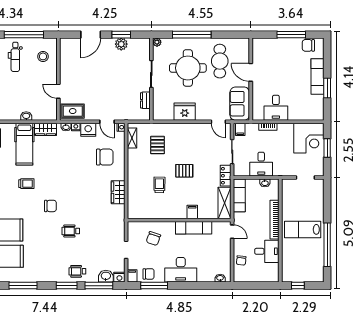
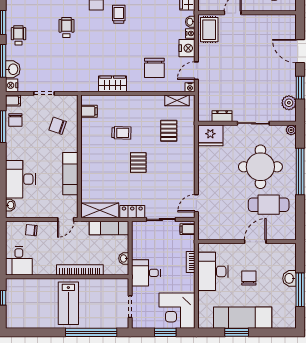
plant: (121, 44) -> (289, 103), moved
washbasin: (282, 44) -> (290, 278), added
chair: (308, 45) -> (249, 278), moved
exam couch: (317, 76) -> (243, 318), width x1.36, depth x1.45
sofa: (240, 104) -> (218, 228), removed
desk: (276, 108) -> (213, 271), width x1.37
fridge: (185, 112) -> (210, 135), moved, turned 90
pallet: (158, 145) -> (169, 131), turned 90
desk: (261, 164) -> (146, 273), moved
trolley: (60, 187) -> (119, 14), added
filing cabinet: (192, 212) -> (89, 111), moved
lab bench: (303, 229) -> (68, 303), turned 180
window: (327, 245) -> (91, 332), moved
desk: (267, 251) -> (19, 261), moved
desk: (181, 270) -> (20, 179), moved

